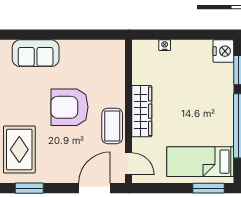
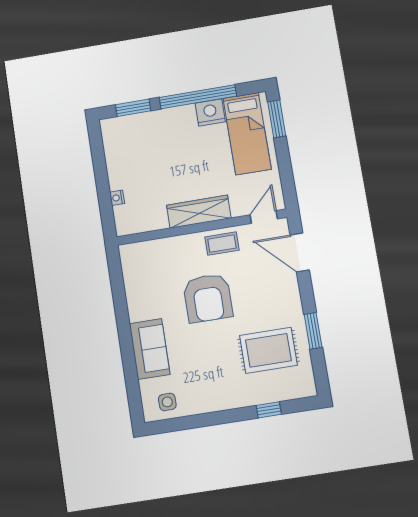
nightstand: (223, 51) -> (210, 112), moved
coffee table: (112, 126) -> (222, 244), width x0.73, depth x0.77

